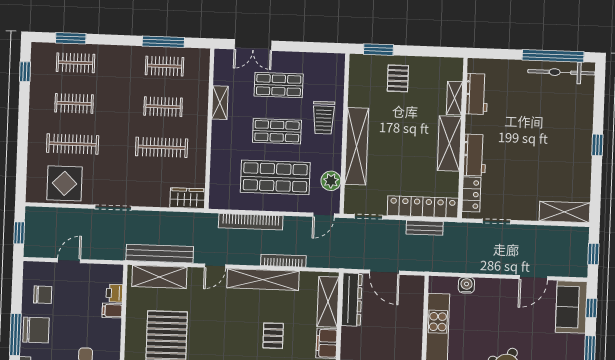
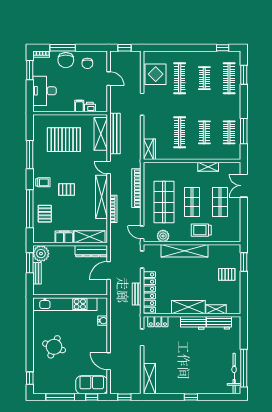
clothes rail: (76, 63) -> (229, 78), width x1.36
workbench: (475, 155) -> (193, 323), moved
pallet: (273, 336) -> (67, 189), moved

